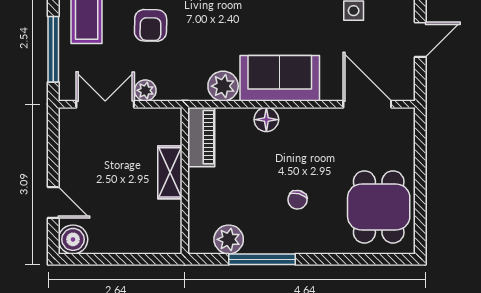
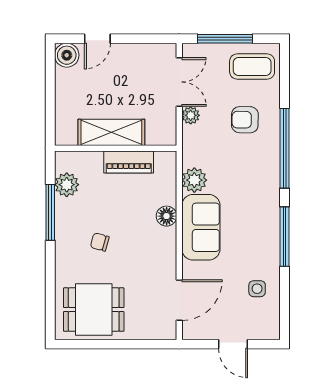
piano: (201, 137) -> (129, 162), moved
shelving: (170, 172) -> (111, 132), width x1.50, depth x1.33

